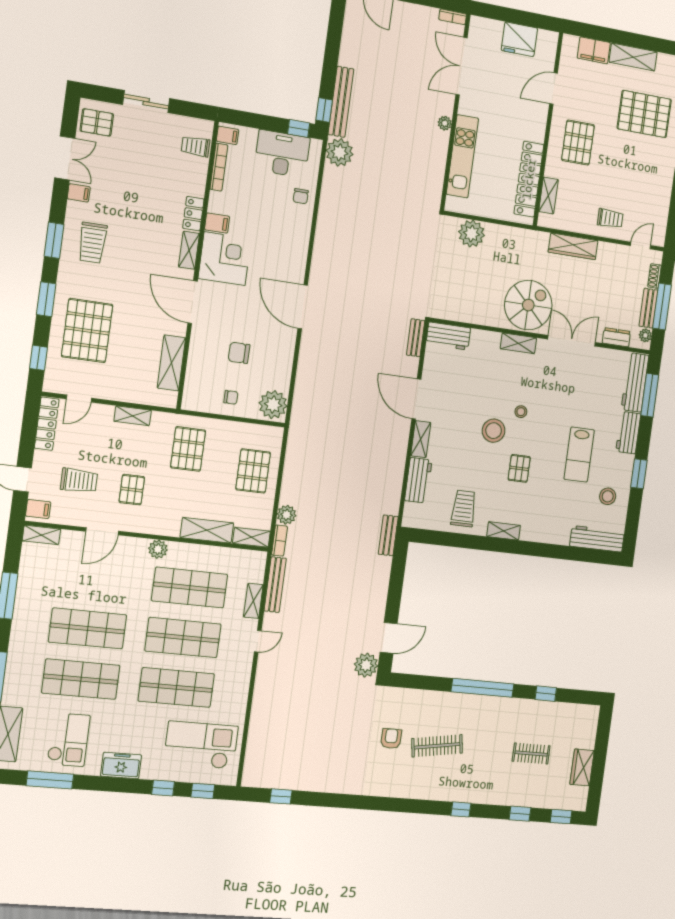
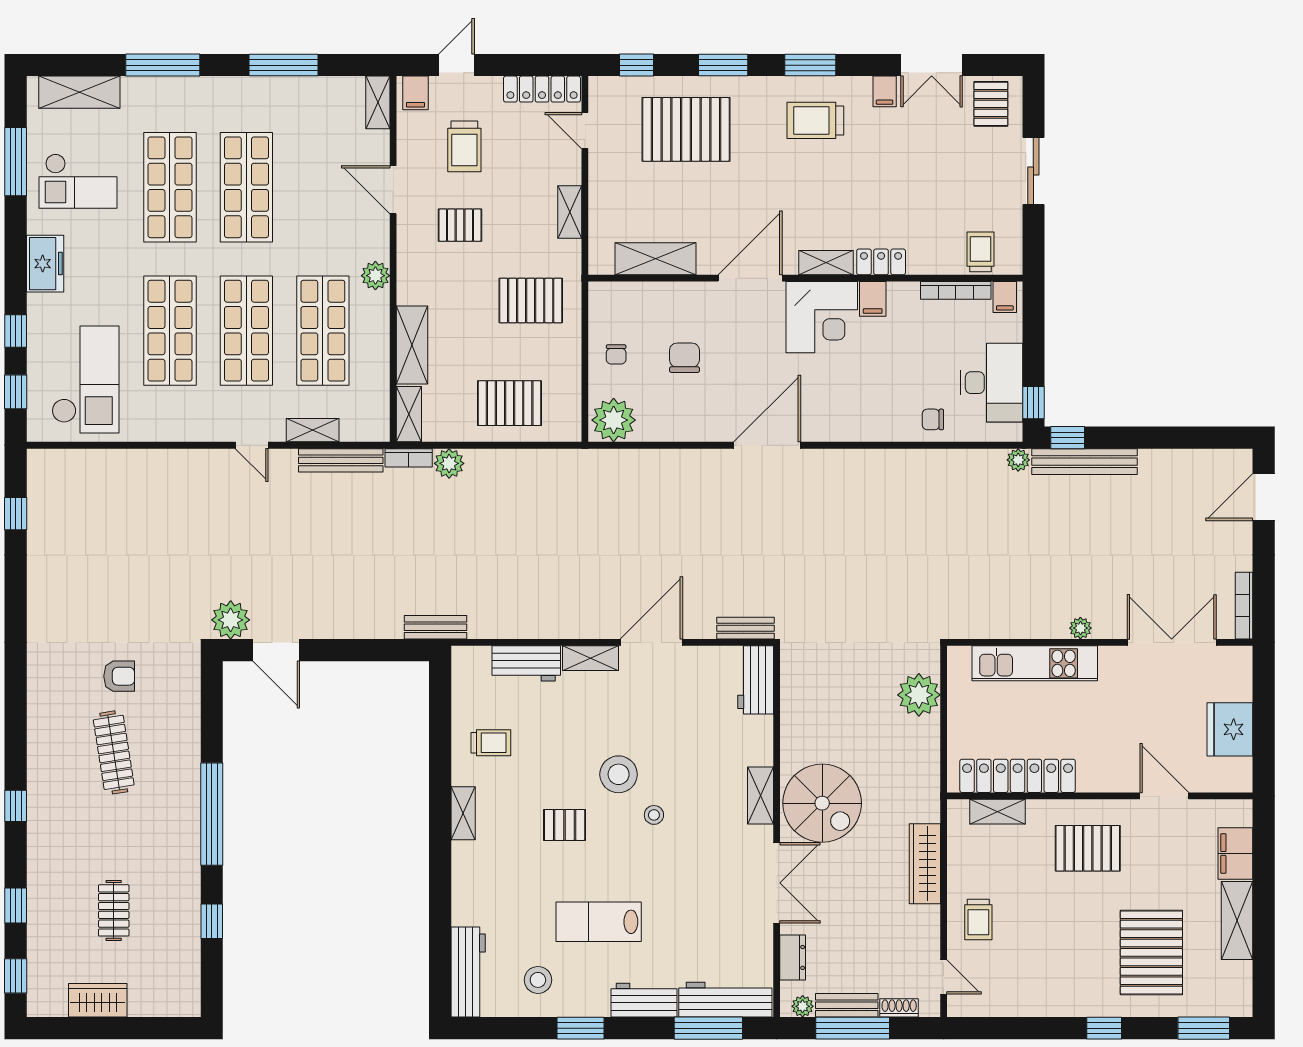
bookcase: (453, 17) -> (1244, 606), width x1.56
plant: (340, 152) -> (1018, 460), width x0.53, depth x0.53
trolley: (464, 508) -> (491, 743), width x0.73, depth x0.72

